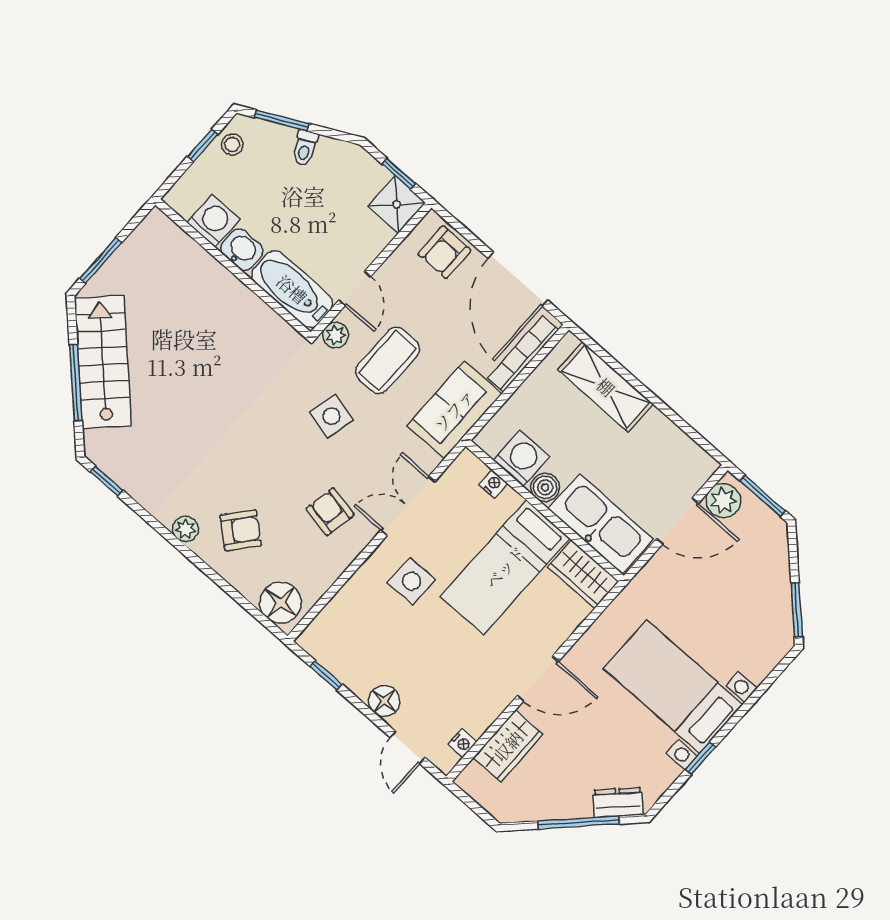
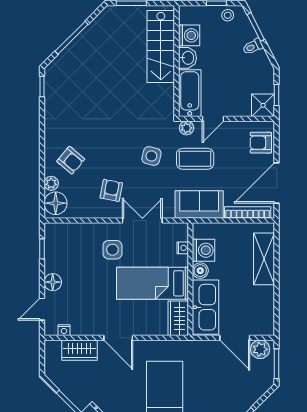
stairs: (103, 362) -> (161, 47), moved, turned 135
plant: (186, 529) -> (51, 183), moved

